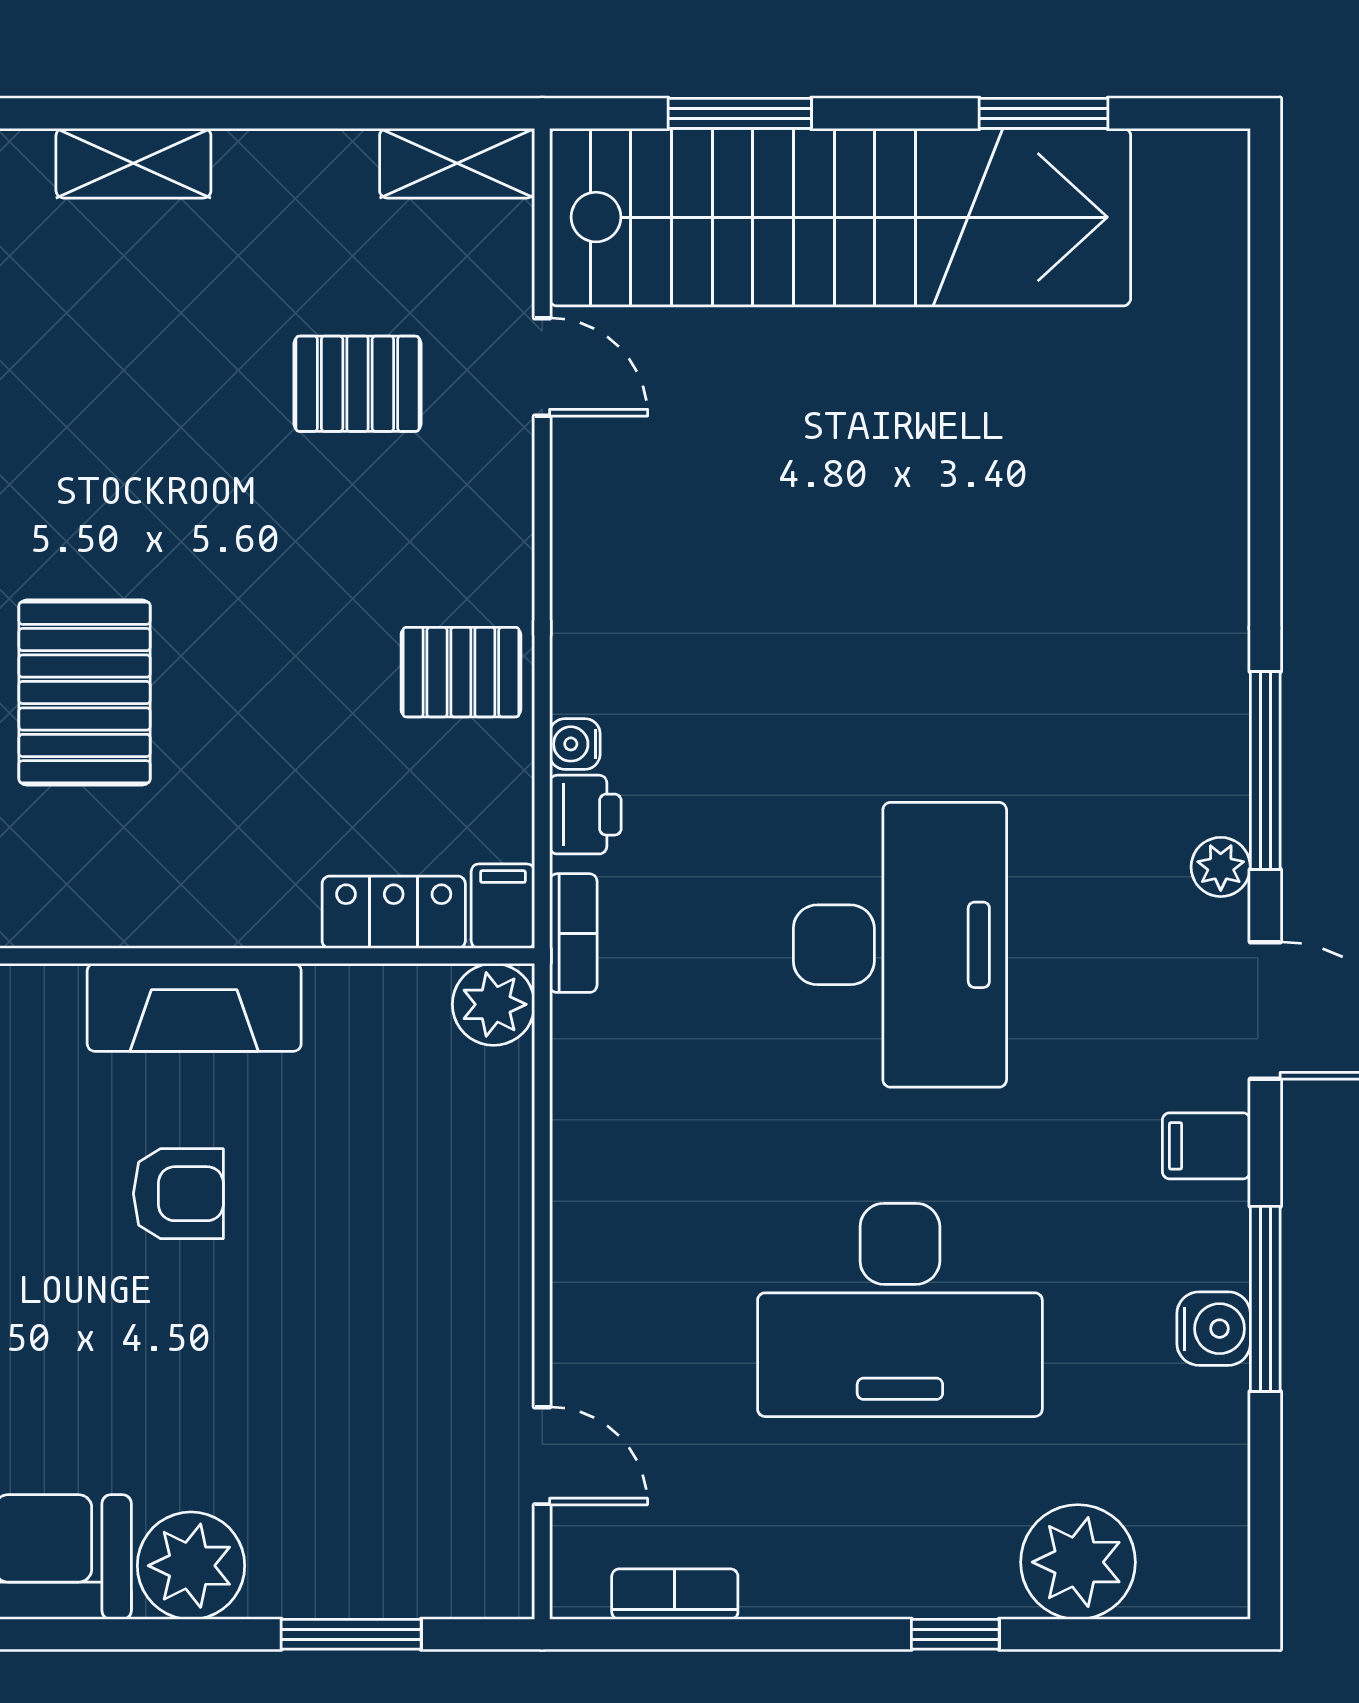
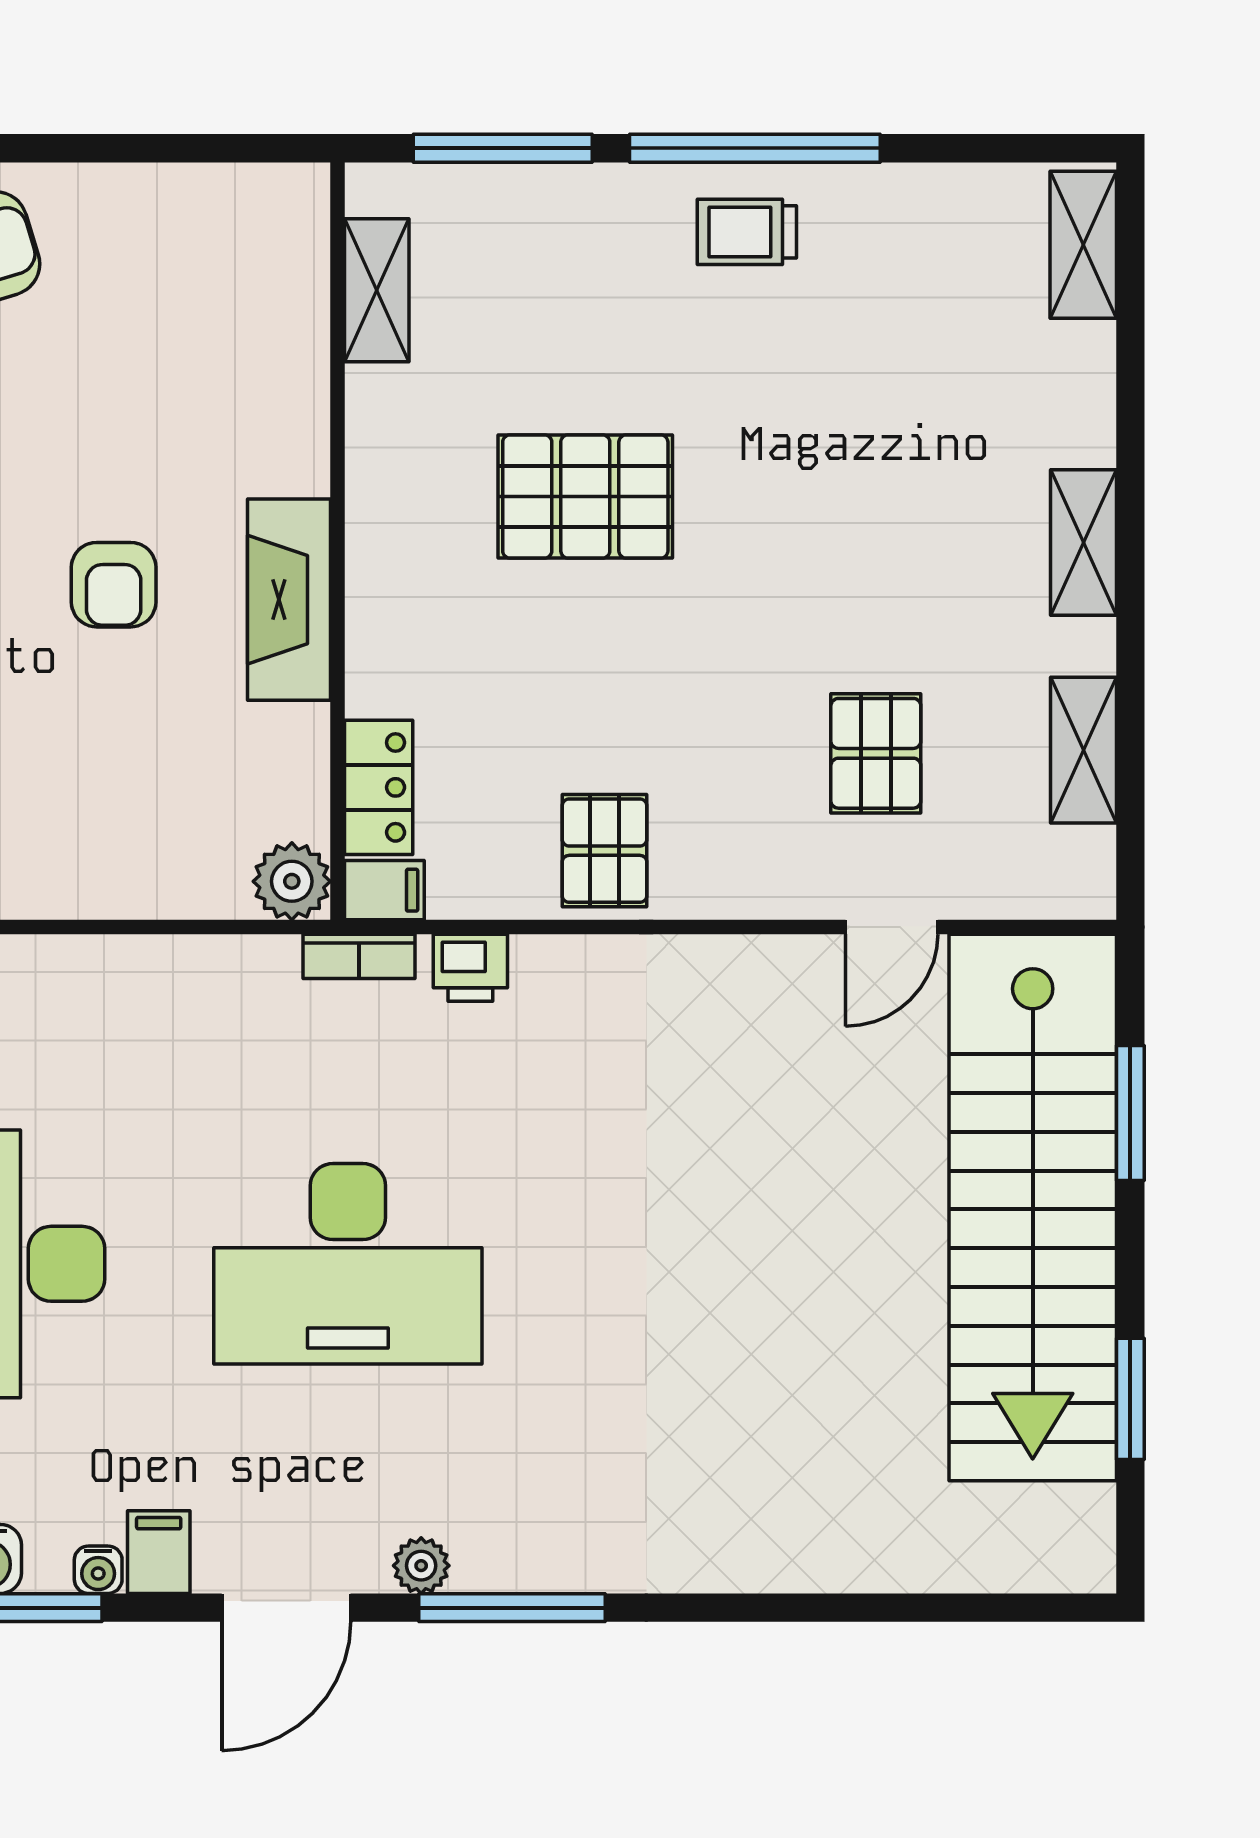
shelving: (457, 163) -> (1083, 750), moved
water cooler: (575, 744) -> (98, 1570), moved, turned 180

